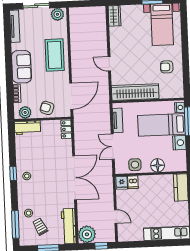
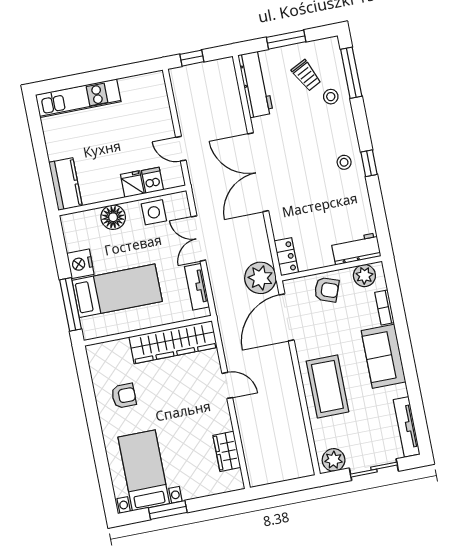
wardrobe: (114, 16) -> (227, 451), moved
nightstand: (180, 108) -> (90, 327), removed
double door: (113, 147) -> (198, 238), swing flipped
fridge: (122, 183) -> (132, 184), moved
door: (116, 216) -> (181, 149), moved
plant: (87, 234) -> (260, 278), moved

